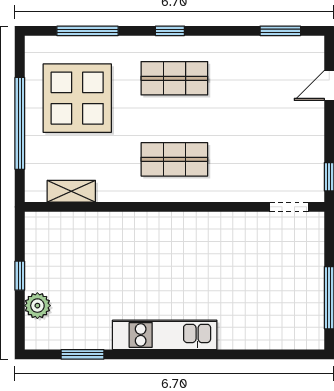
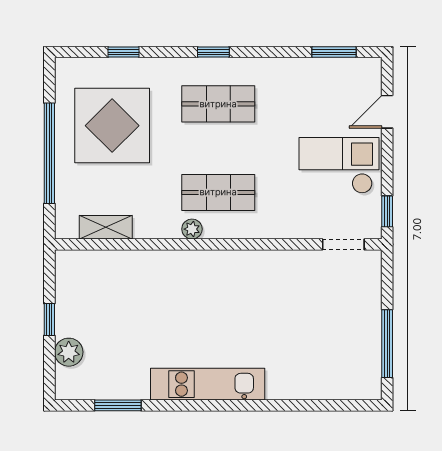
window: (88, 31) -> (123, 52), width x0.46
checkout: (285, 135) -> (339, 165), added
plant: (150, 193) -> (192, 229), added

